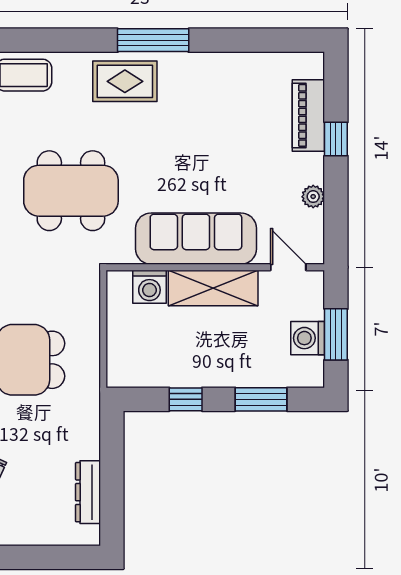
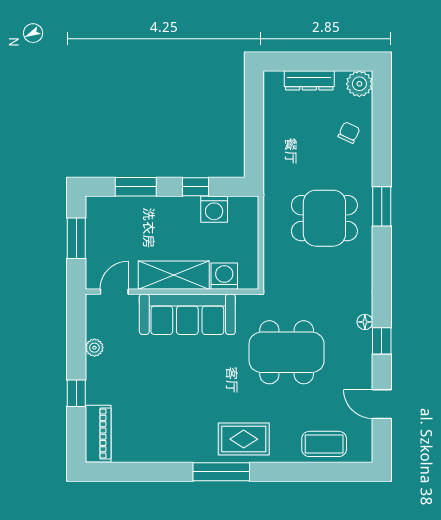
piano: (308, 115) -> (98, 434), moved
door: (288, 267) -> (114, 292), swing flipped
washing machine: (308, 338) -> (214, 209), moved, turned 90
dresser: (88, 492) -> (309, 80), moved, turned 90

